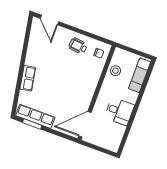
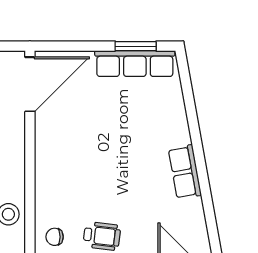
row of seats: (28, 78) -> (185, 172), moved

